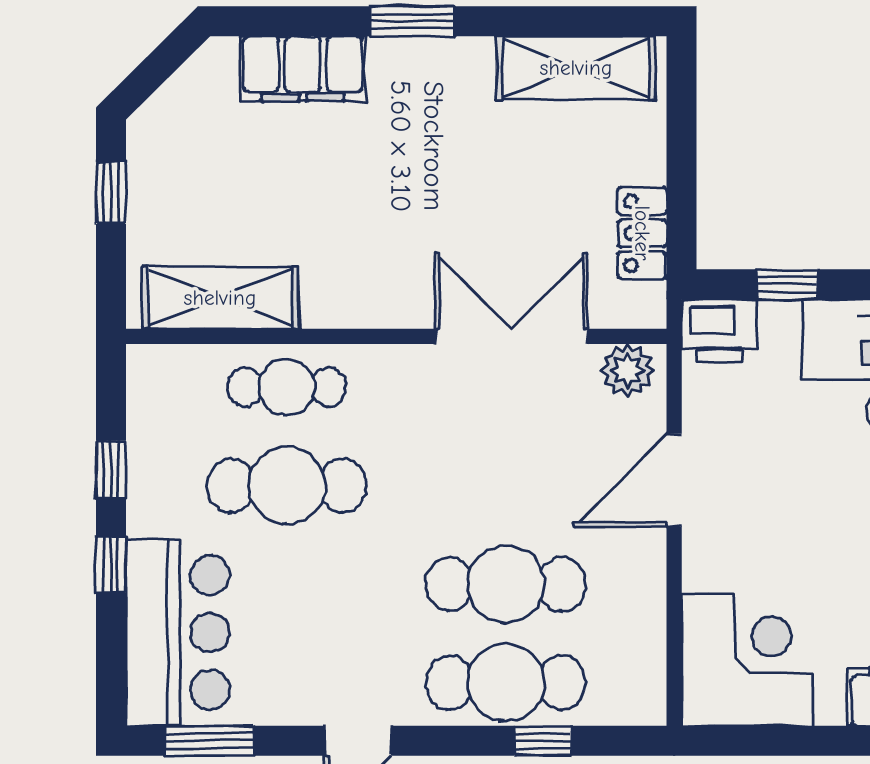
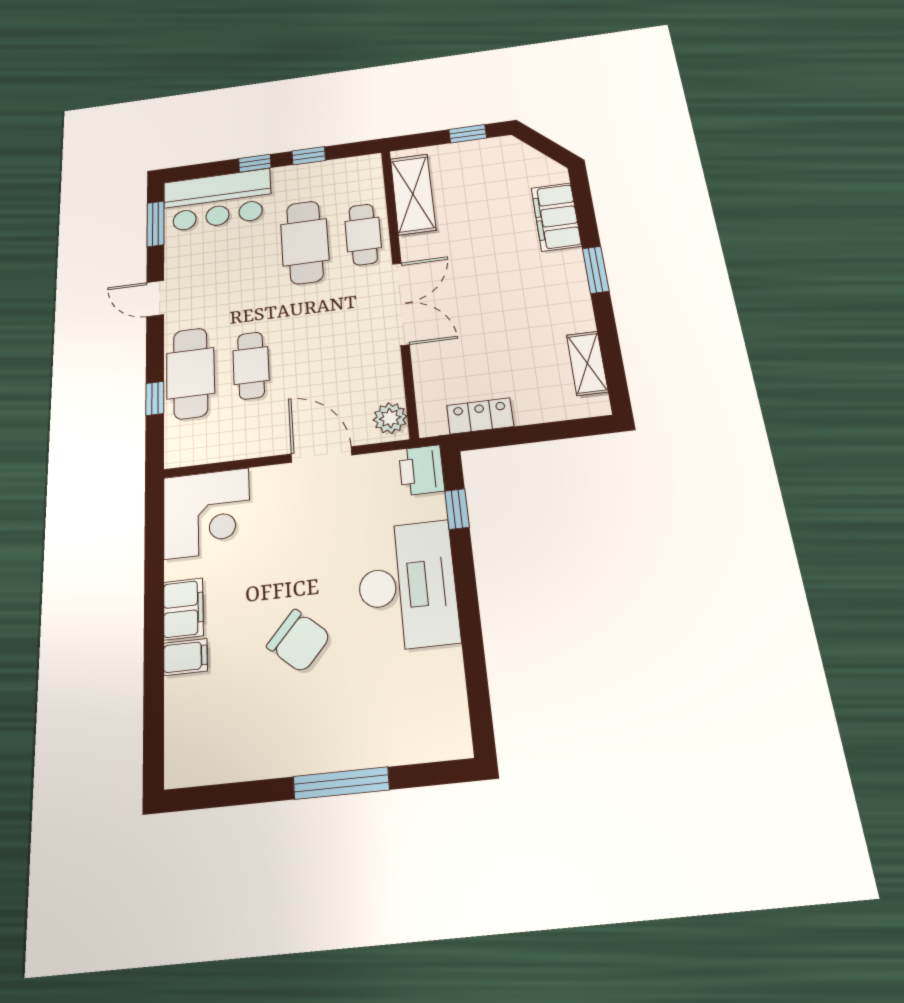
shelving: (576, 68) -> (587, 363), width x0.67, depth x0.75
double door: (512, 336) -> (401, 304), moved
cafe table: (506, 584) -> (251, 365), width x0.73, depth x0.74

